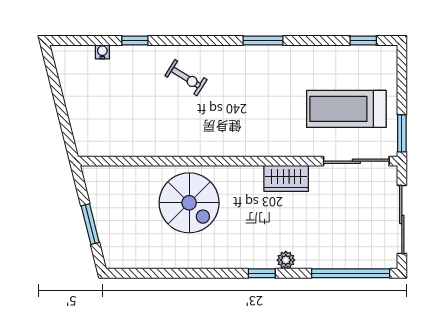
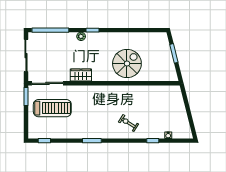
spiral stairs: (189, 203) -> (127, 64), turned 90

